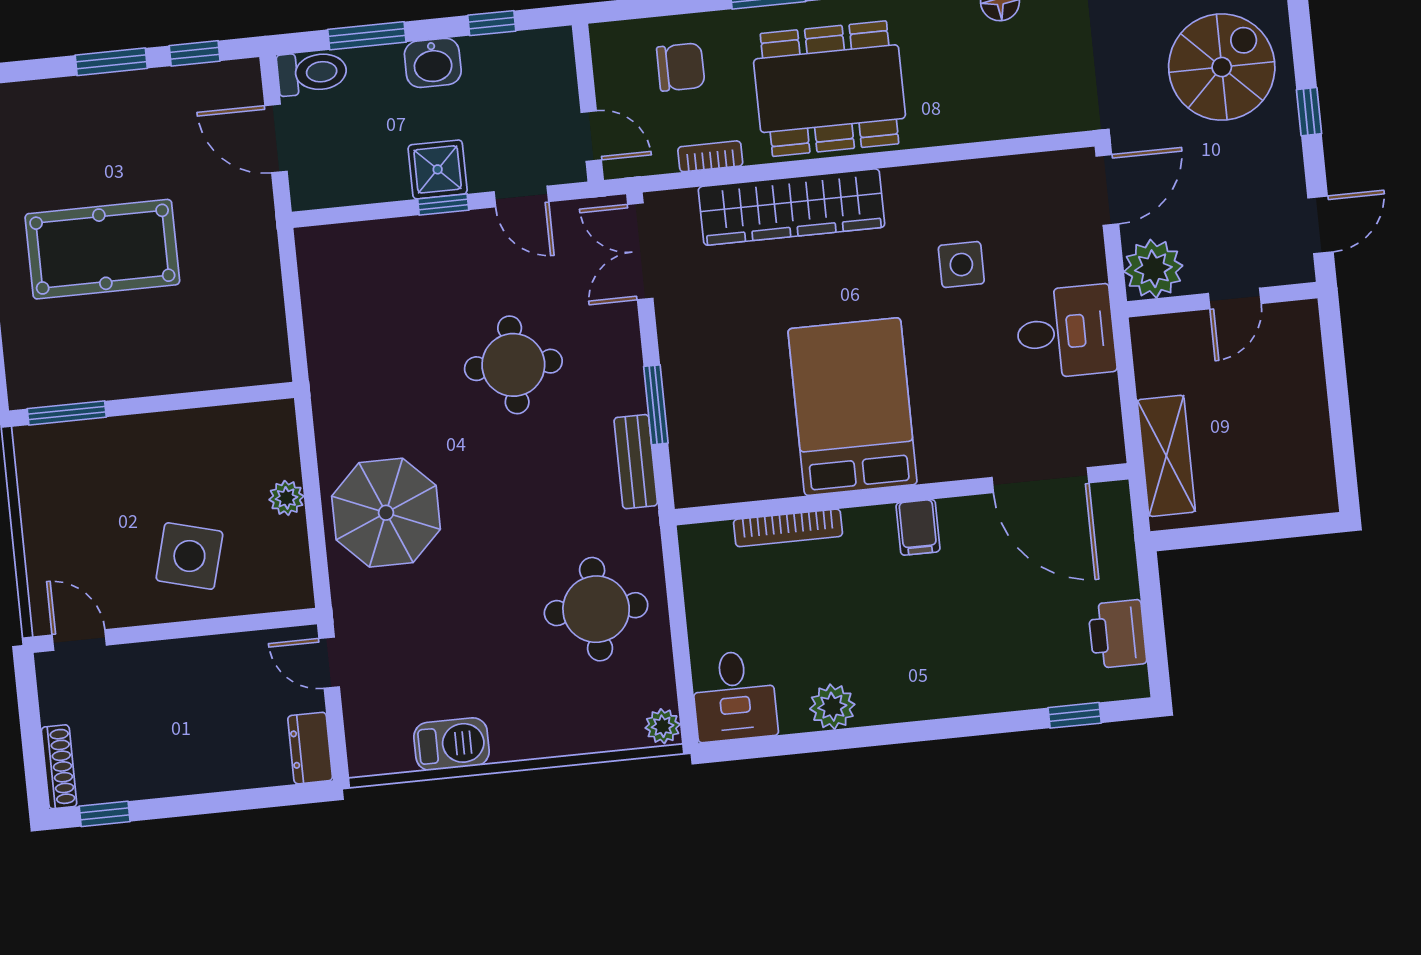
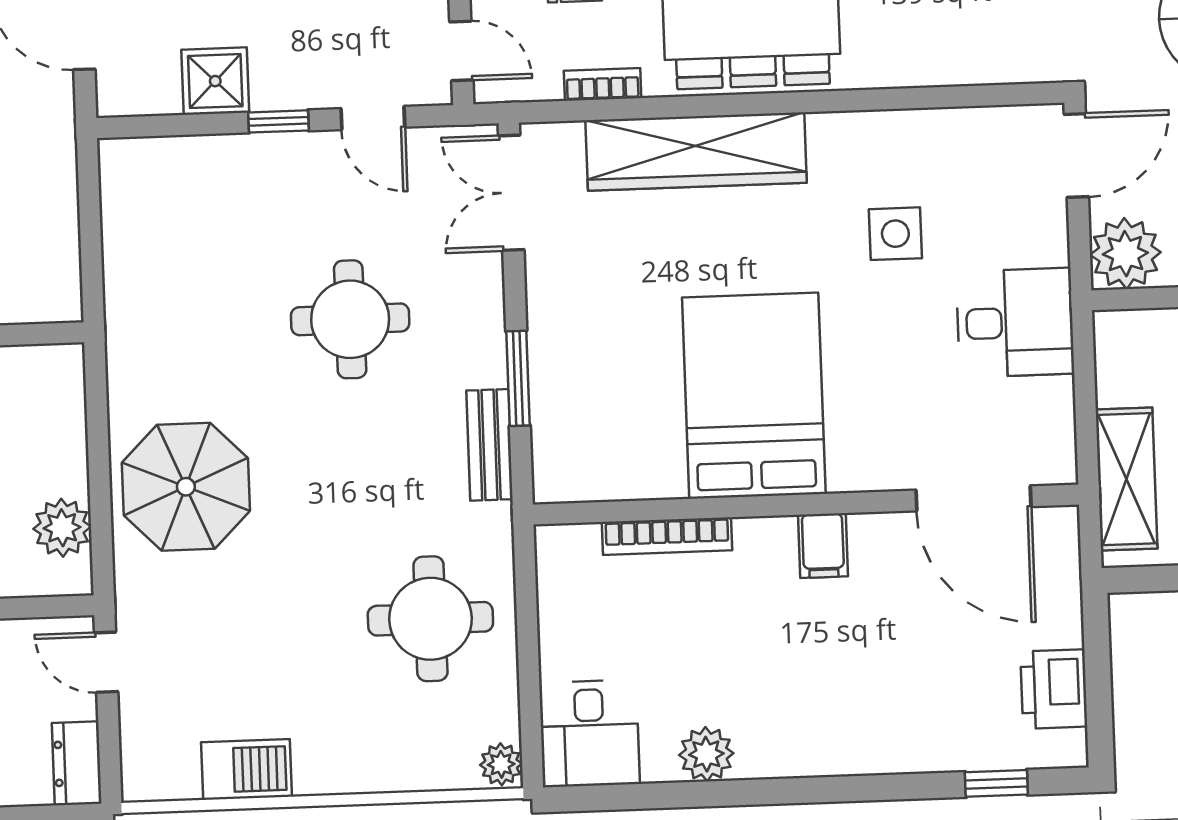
shower: (438, 169) -> (215, 81), moved
plant: (286, 498) -> (62, 528), moved, width x1.38, depth x1.38

